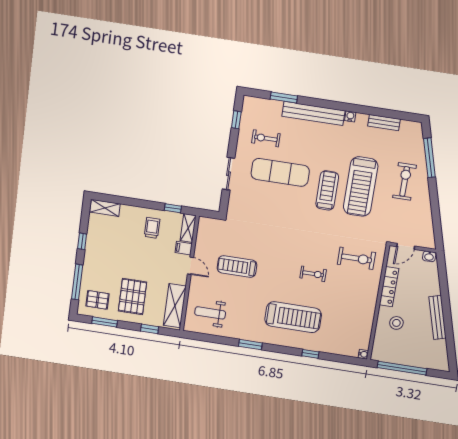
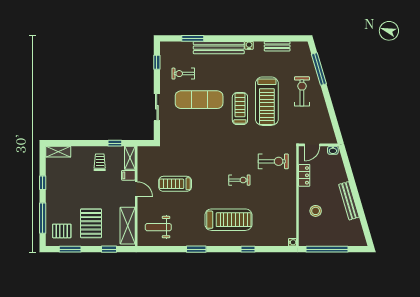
locker: (389, 287) -> (304, 175), width x0.66

